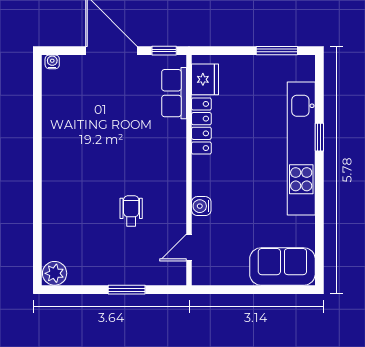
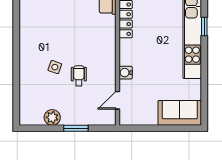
side table: (95, 198) -> (55, 67), added
plant: (55, 273) -> (52, 117), moved

